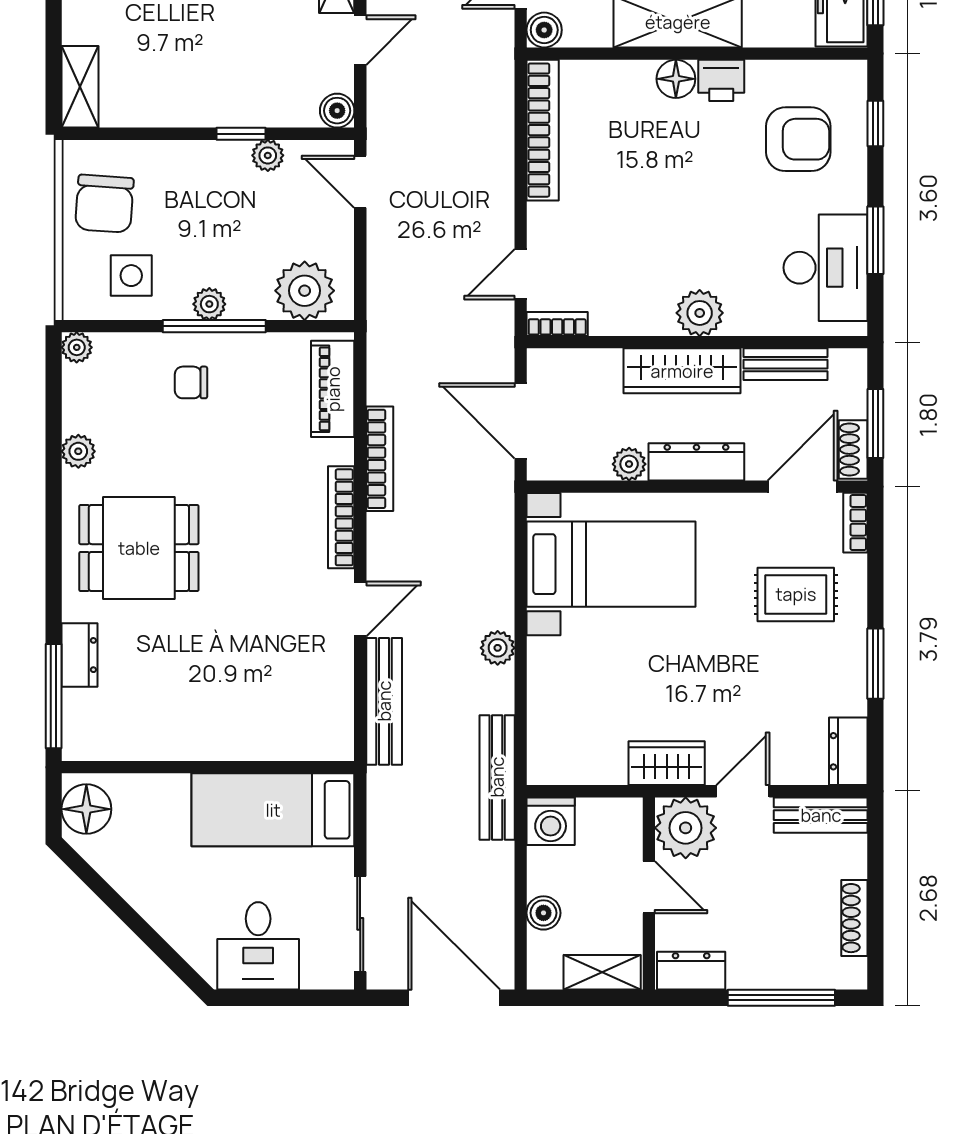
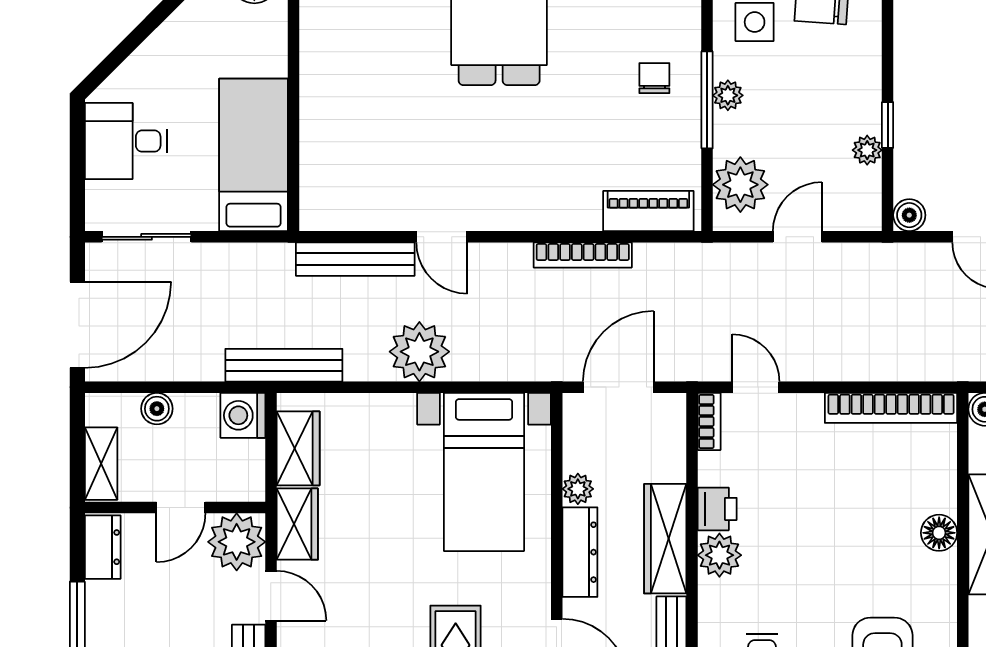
printer: (721, 80) -> (717, 509), moved, turned 180
door: (360, 182) -> (797, 237), moved
bookcase: (341, 517) -> (528, 219), removed
plant: (498, 648) -> (419, 352), width x1.88, depth x1.88
wardrobe: (586, 762) -> (298, 448), added

